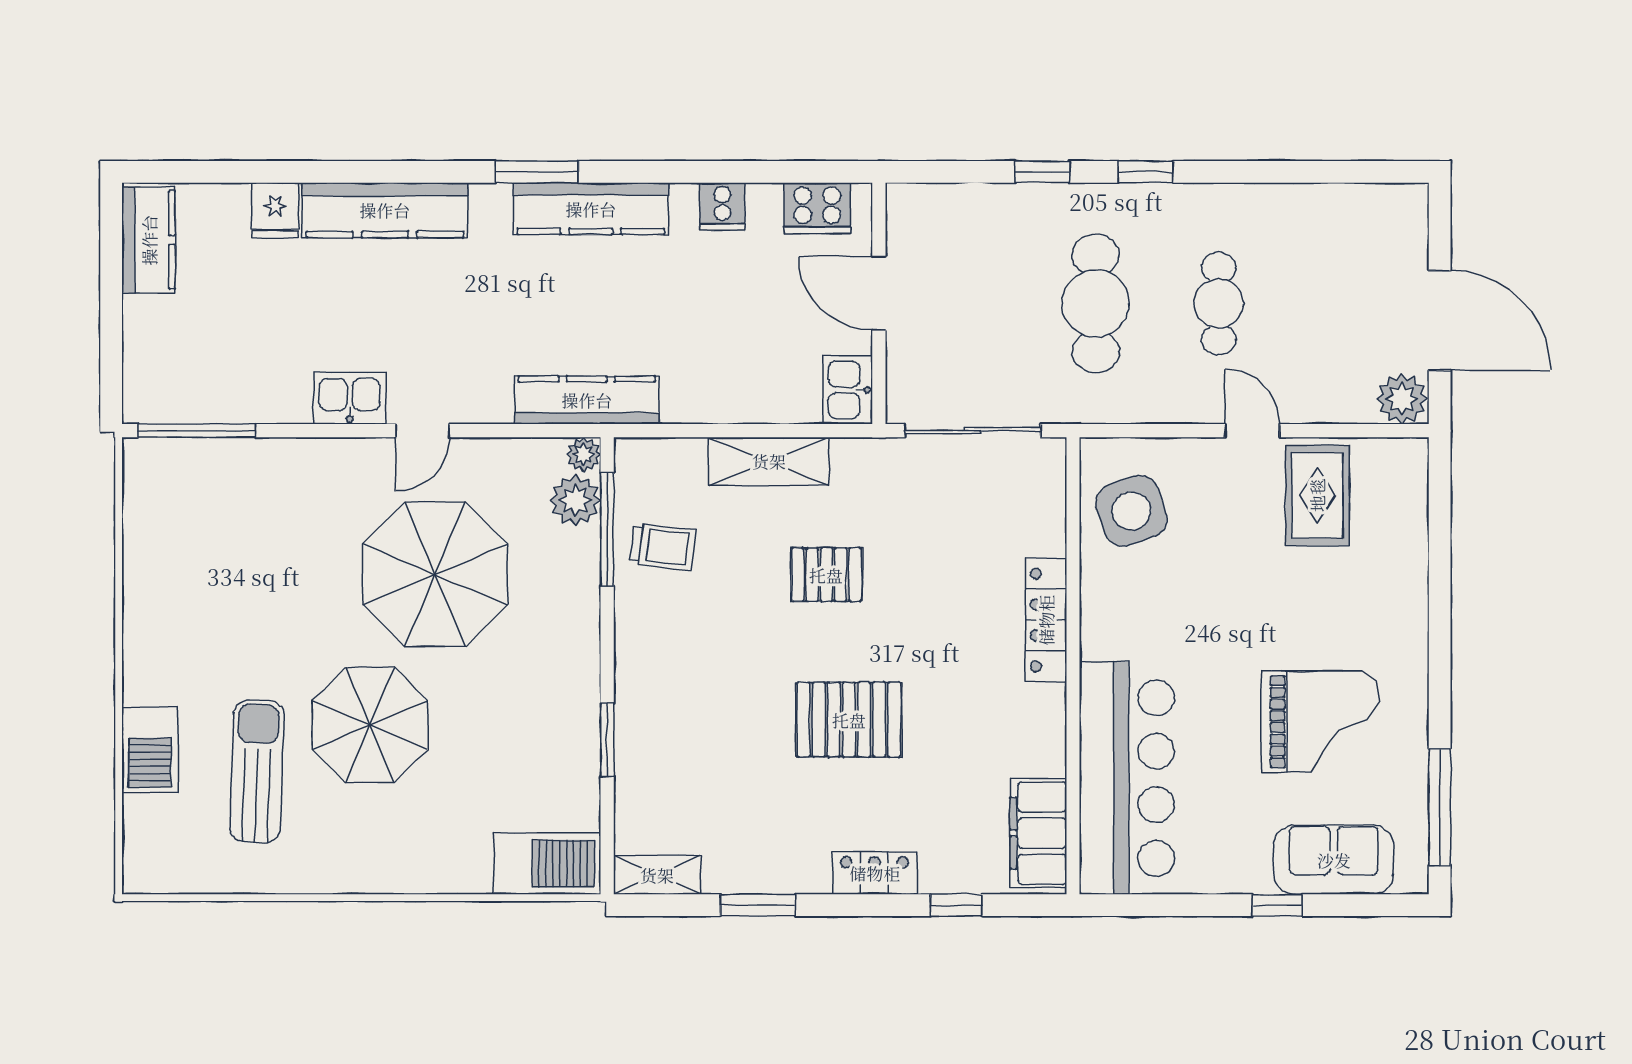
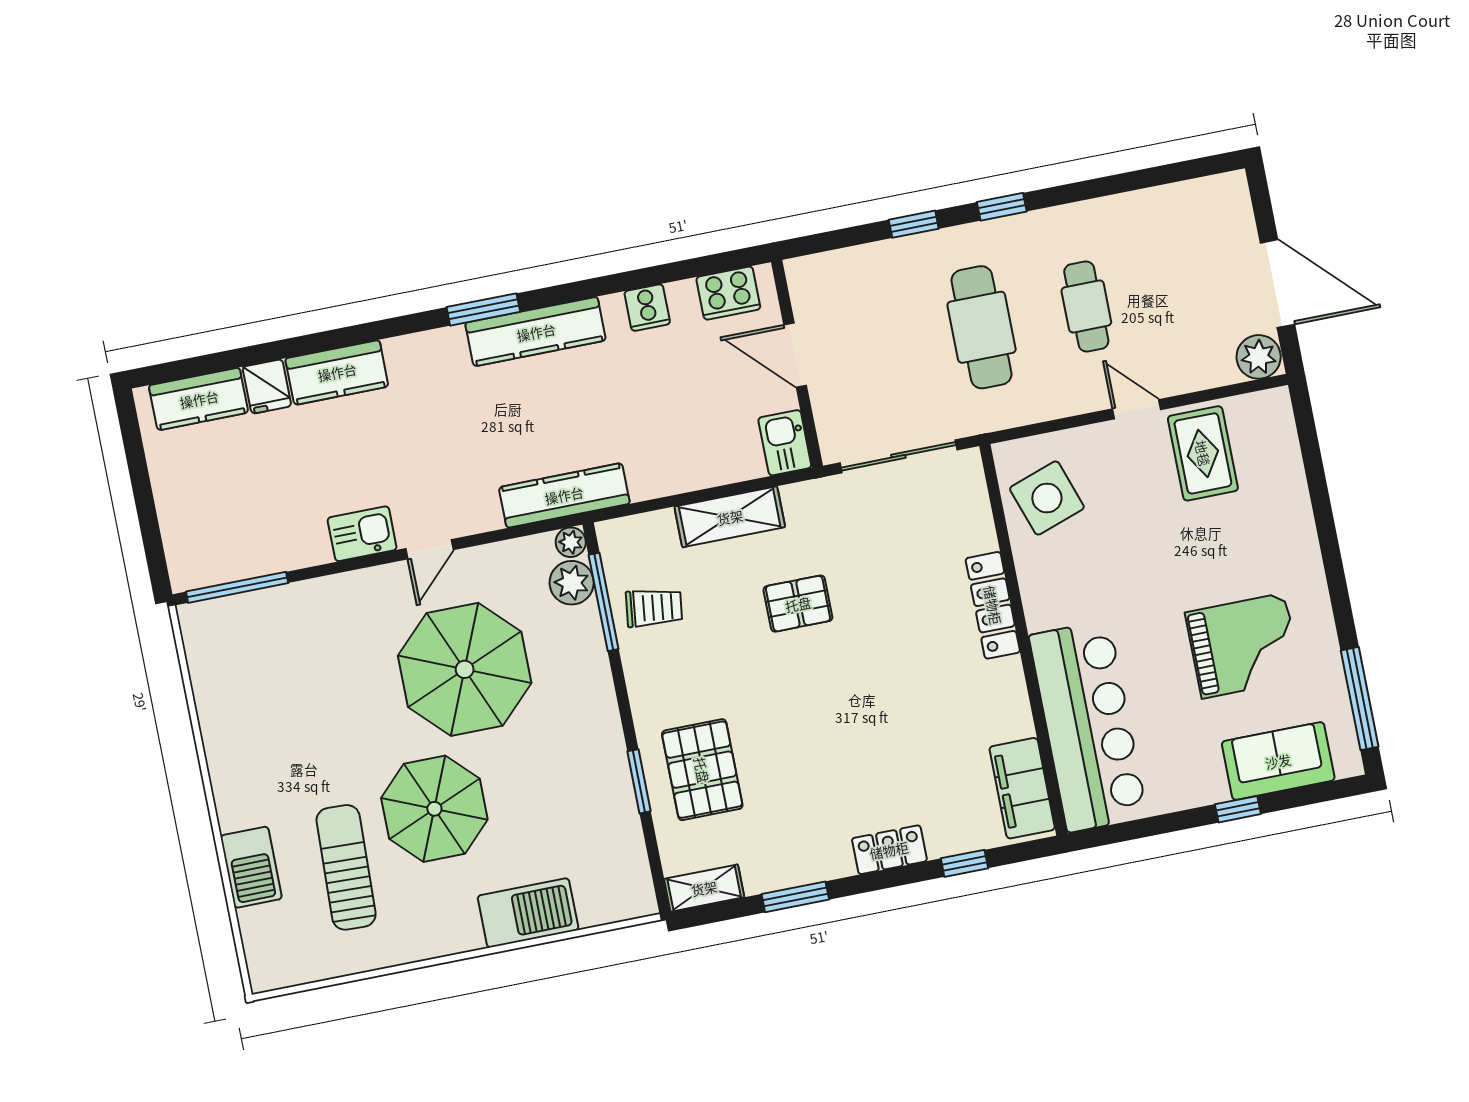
kitchen counter: (385, 210) -> (337, 372), width x0.67
kitchen counter: (149, 240) -> (199, 399), moved, turned 90
pallet: (849, 720) -> (702, 770), moved, turned 90
barbecue: (547, 863) -> (528, 913), moved

